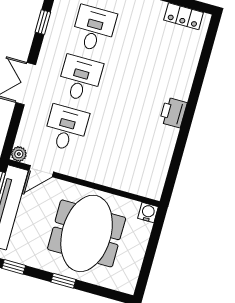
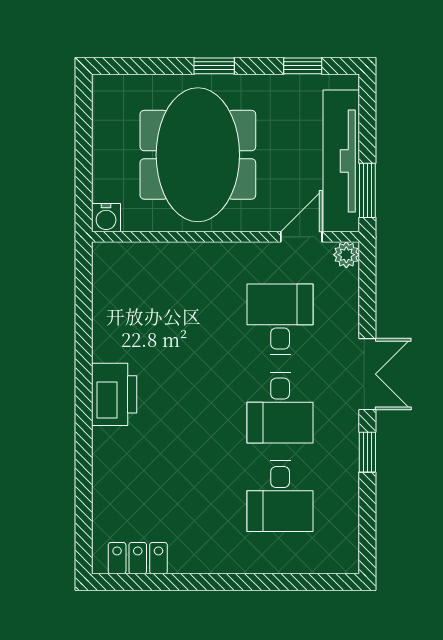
window: (43, 22) -> (367, 452), moved
printer: (173, 113) -> (114, 394), width x1.37, depth x1.19
desk: (66, 128) -> (280, 319), turned 180

